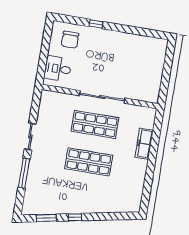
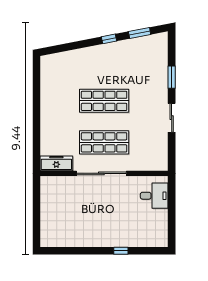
chair: (70, 40) -> (146, 229), removed
freezer: (144, 144) -> (56, 163), moved, turned -90
window: (24, 173) -> (172, 77), width x0.69

